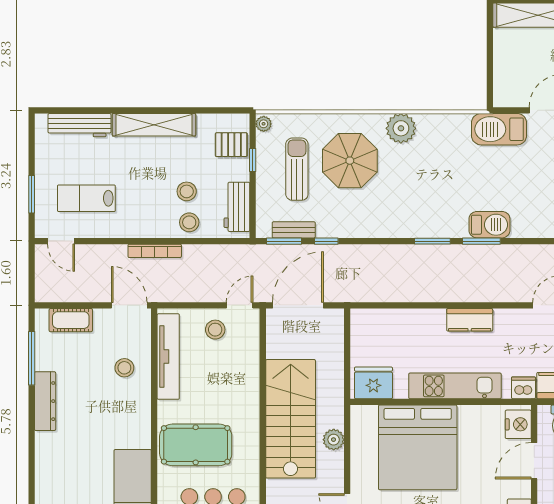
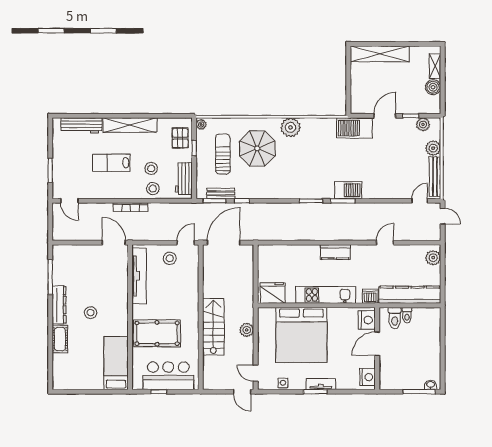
pallet: (231, 145) -> (180, 138), turned 90
lab bench: (86, 198) -> (111, 163), moved
cot: (71, 320) -> (60, 339), moved, turned 90
stool: (124, 368) -> (91, 313), moved
stairs: (291, 419) -> (213, 327), width x0.73, depth x0.66

